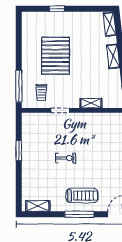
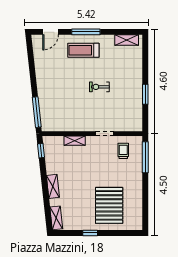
window: (57, 9) -> (90, 233), moved
pallet: (56, 56) -> (109, 205), moved

